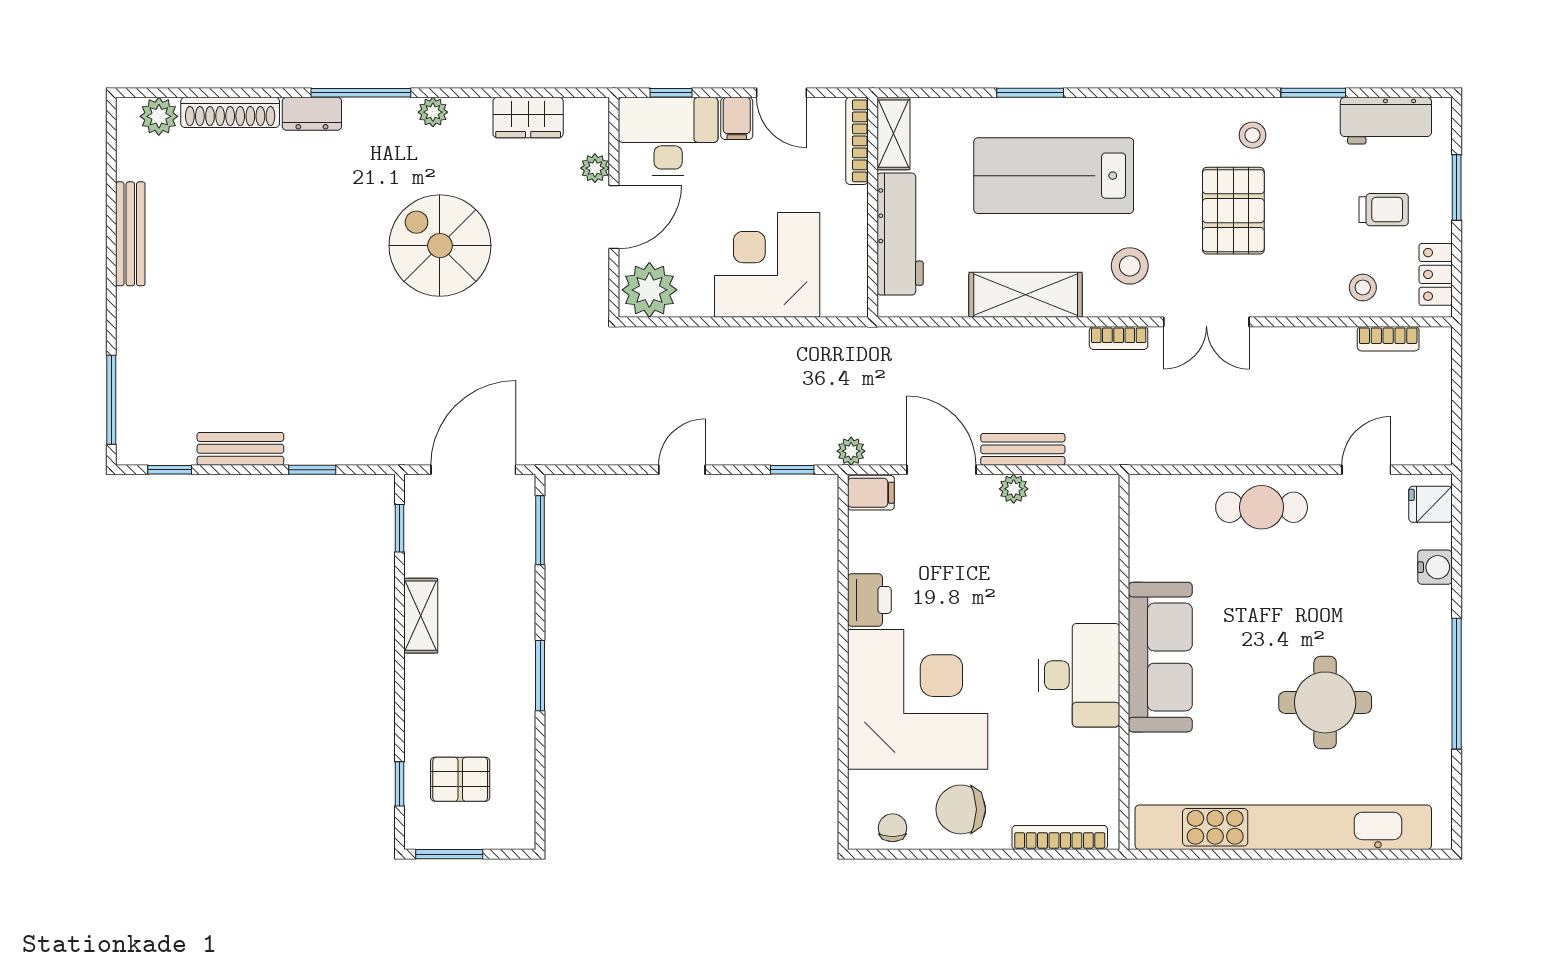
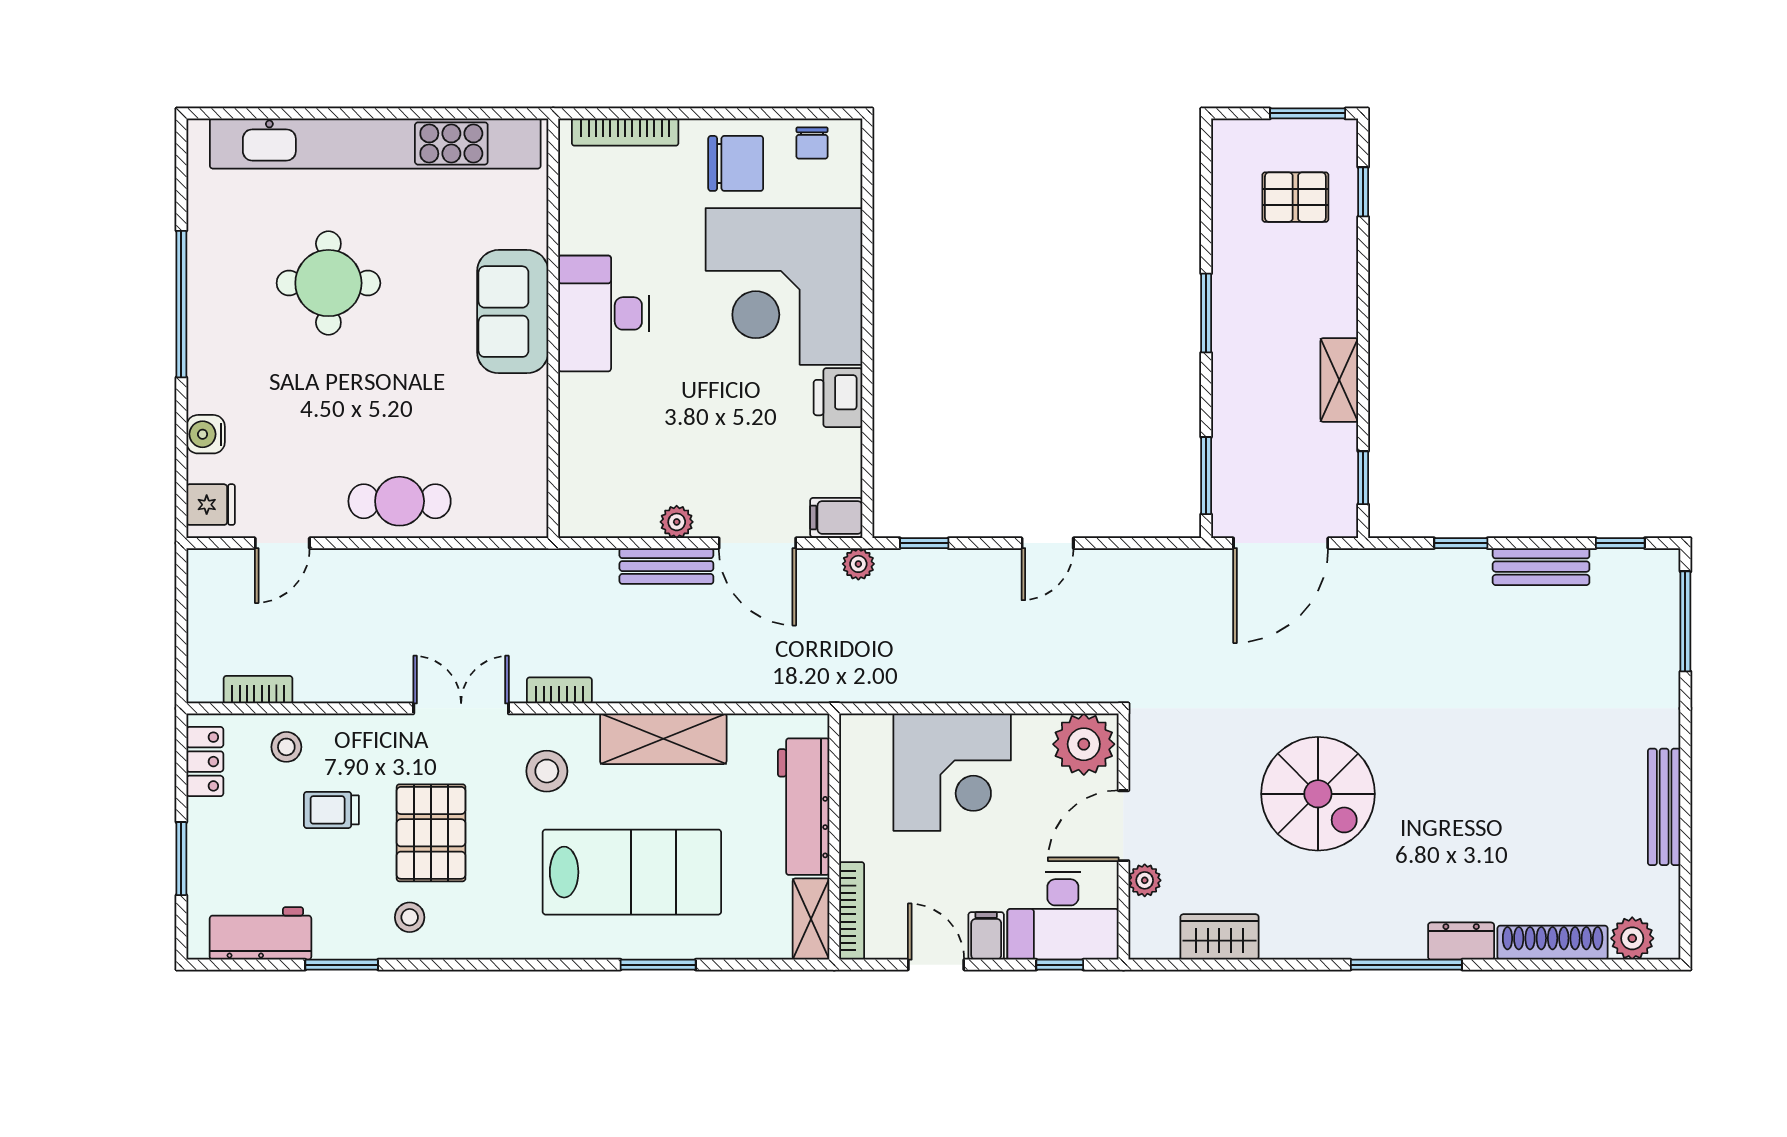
plant: (433, 112) -> (1326, 943), removed
trolley: (1384, 210) -> (331, 810), moved
sofa: (1160, 657) -> (513, 312), width x0.73

